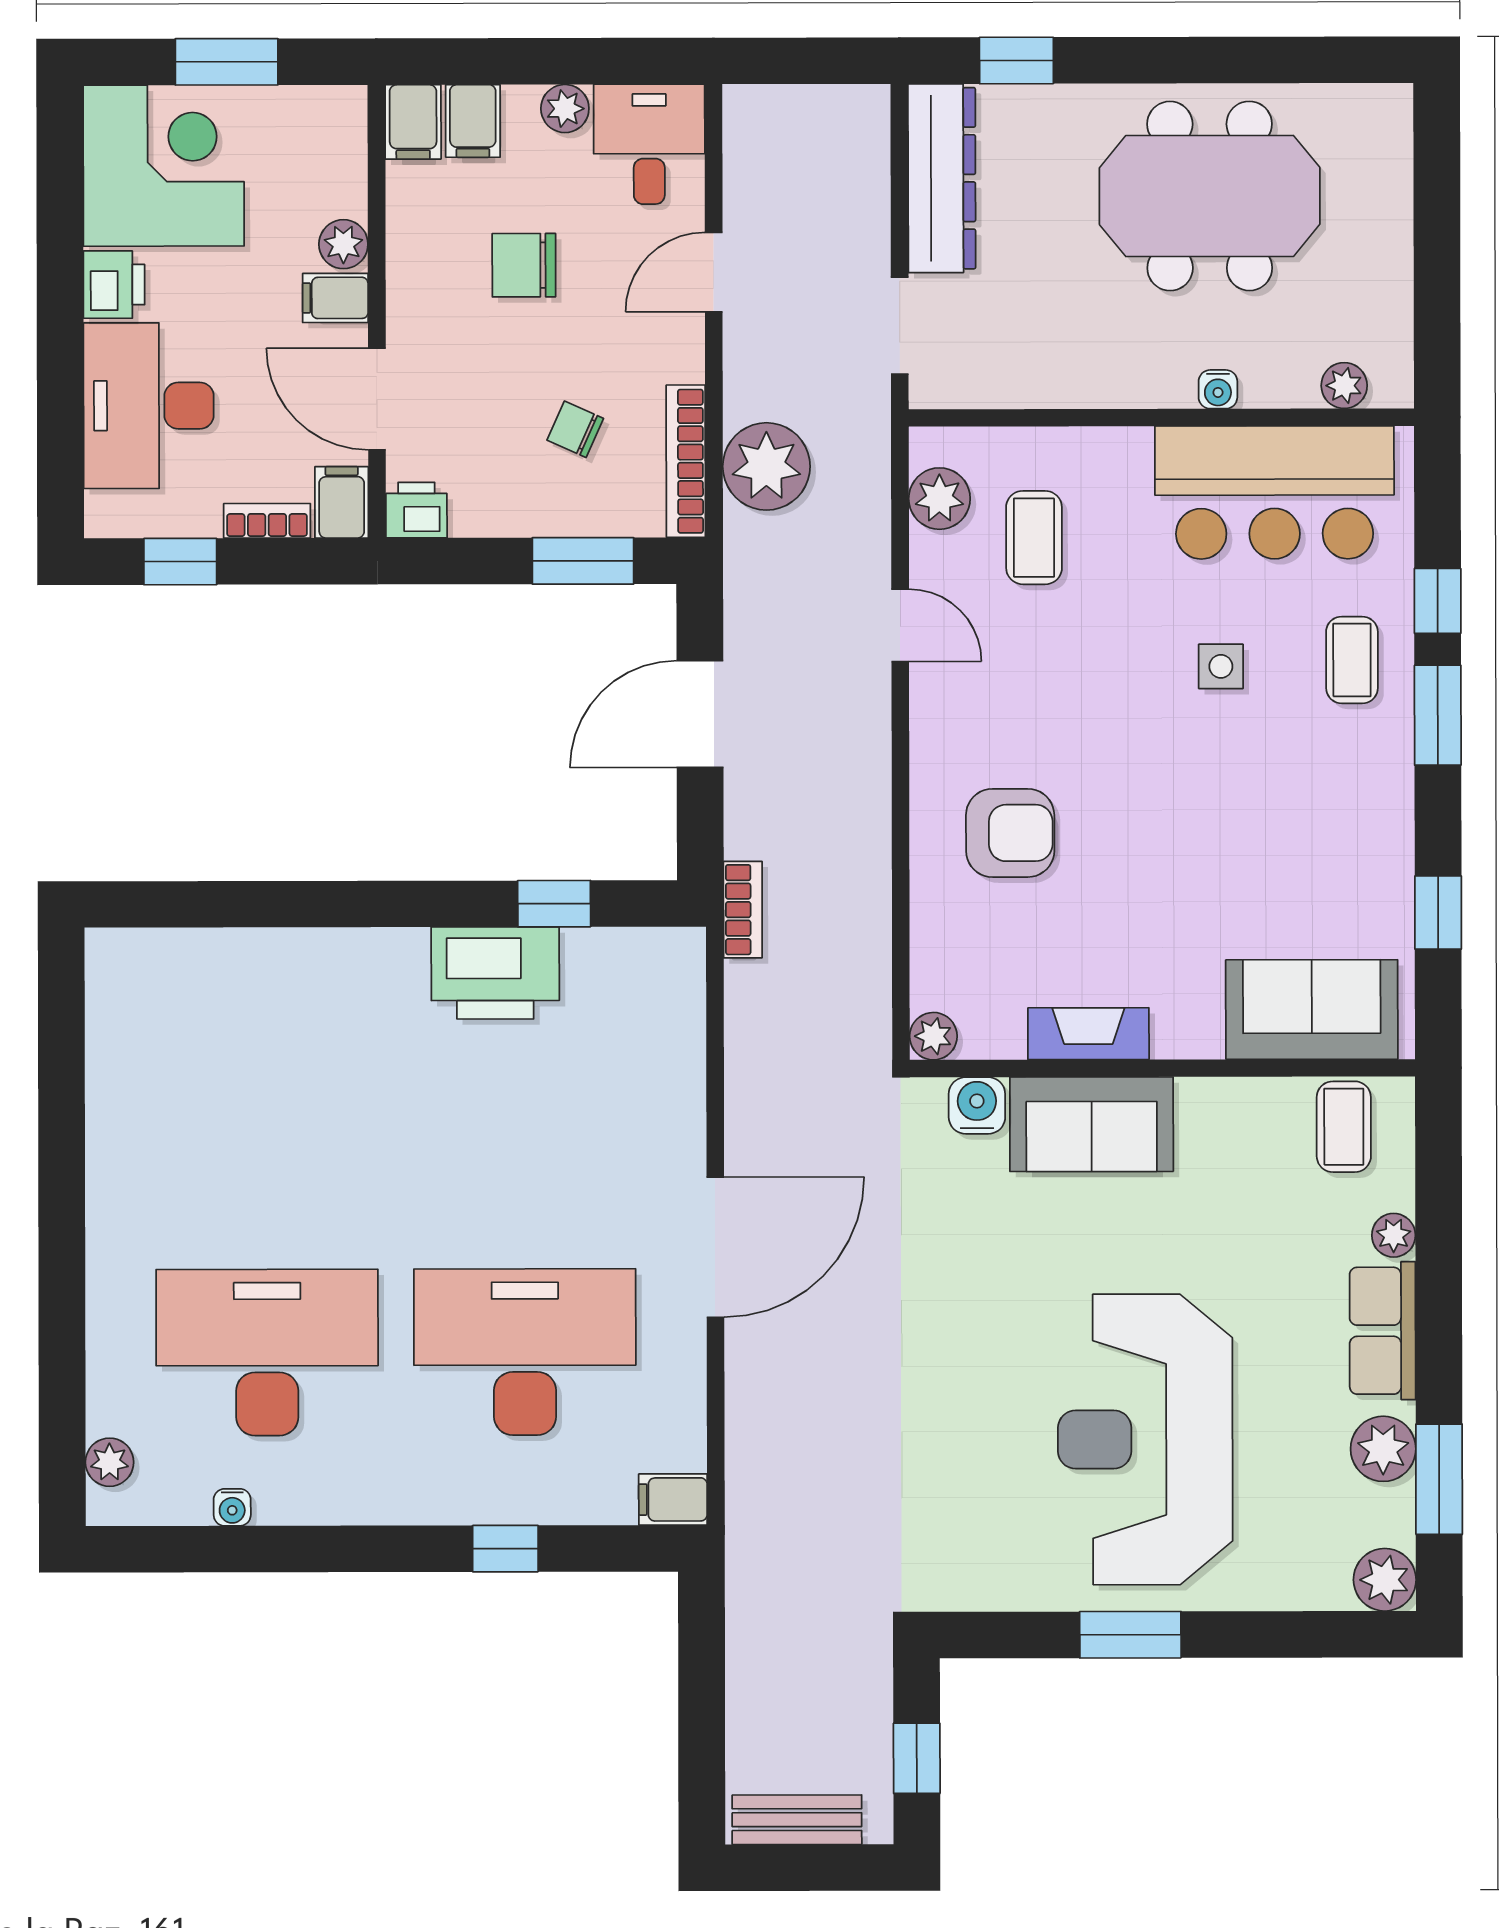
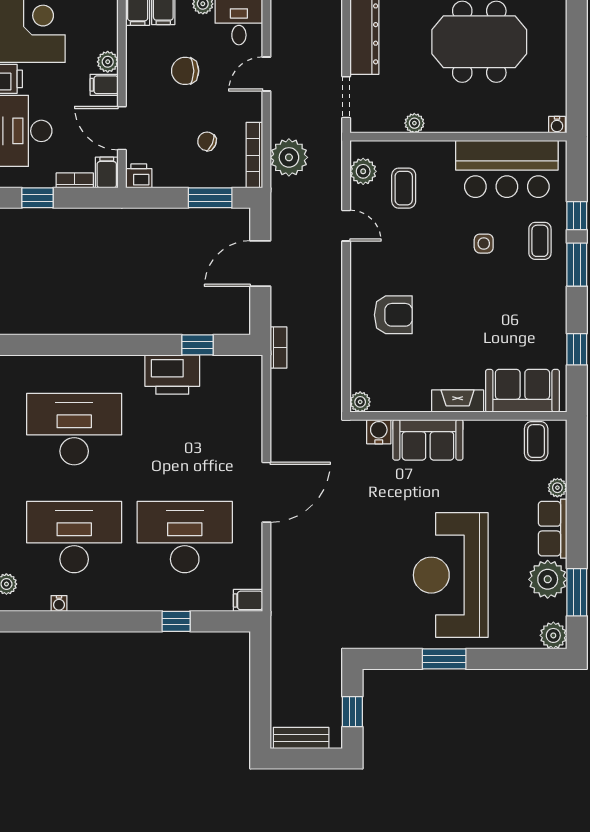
plant: (1344, 386) -> (414, 123), moved
water cooler: (1218, 389) -> (557, 125), moved
fireplace: (1088, 1034) -> (458, 401), moved
desk: (267, 1101) -> (74, 429), added
plant: (1383, 1449) -> (548, 579), width x1.36, depth x1.36

